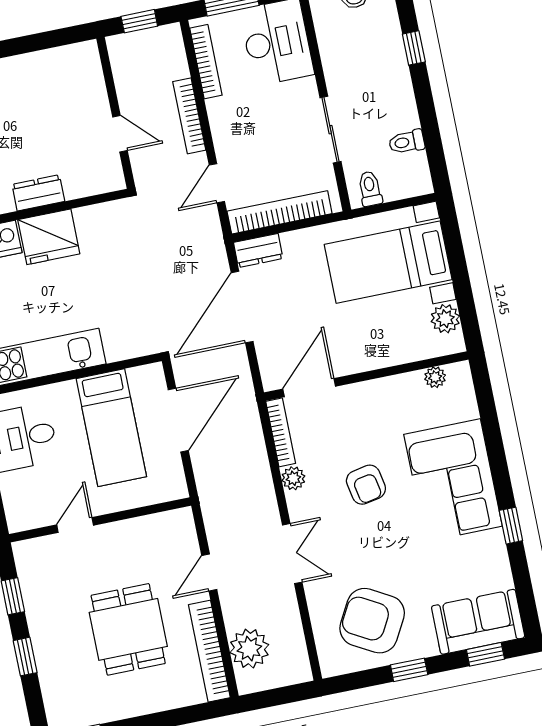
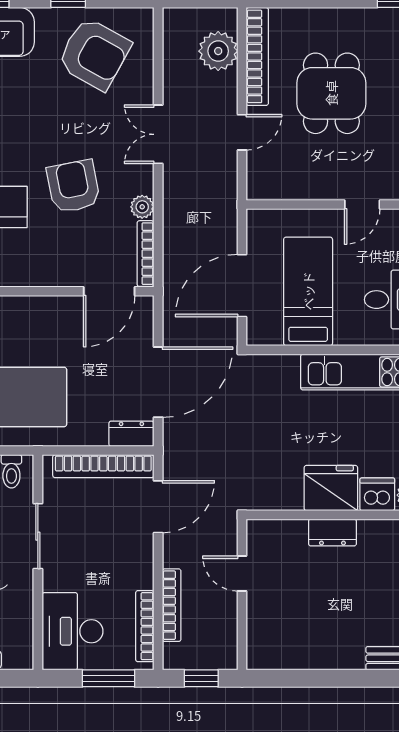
bookcase: (189, 116) -> (172, 605), moved
door: (217, 183) -> (158, 507), width x1.38
armchair: (366, 485) -> (73, 186), width x1.38, depth x1.38

